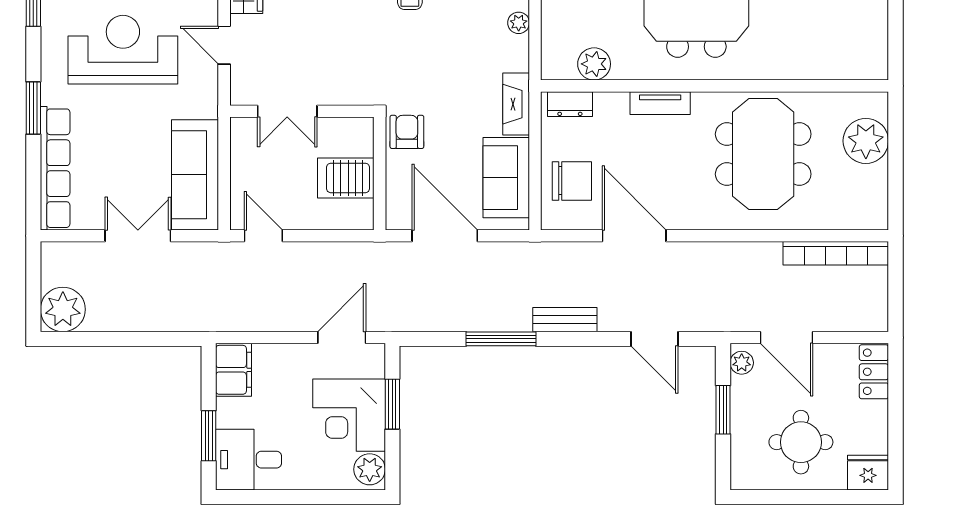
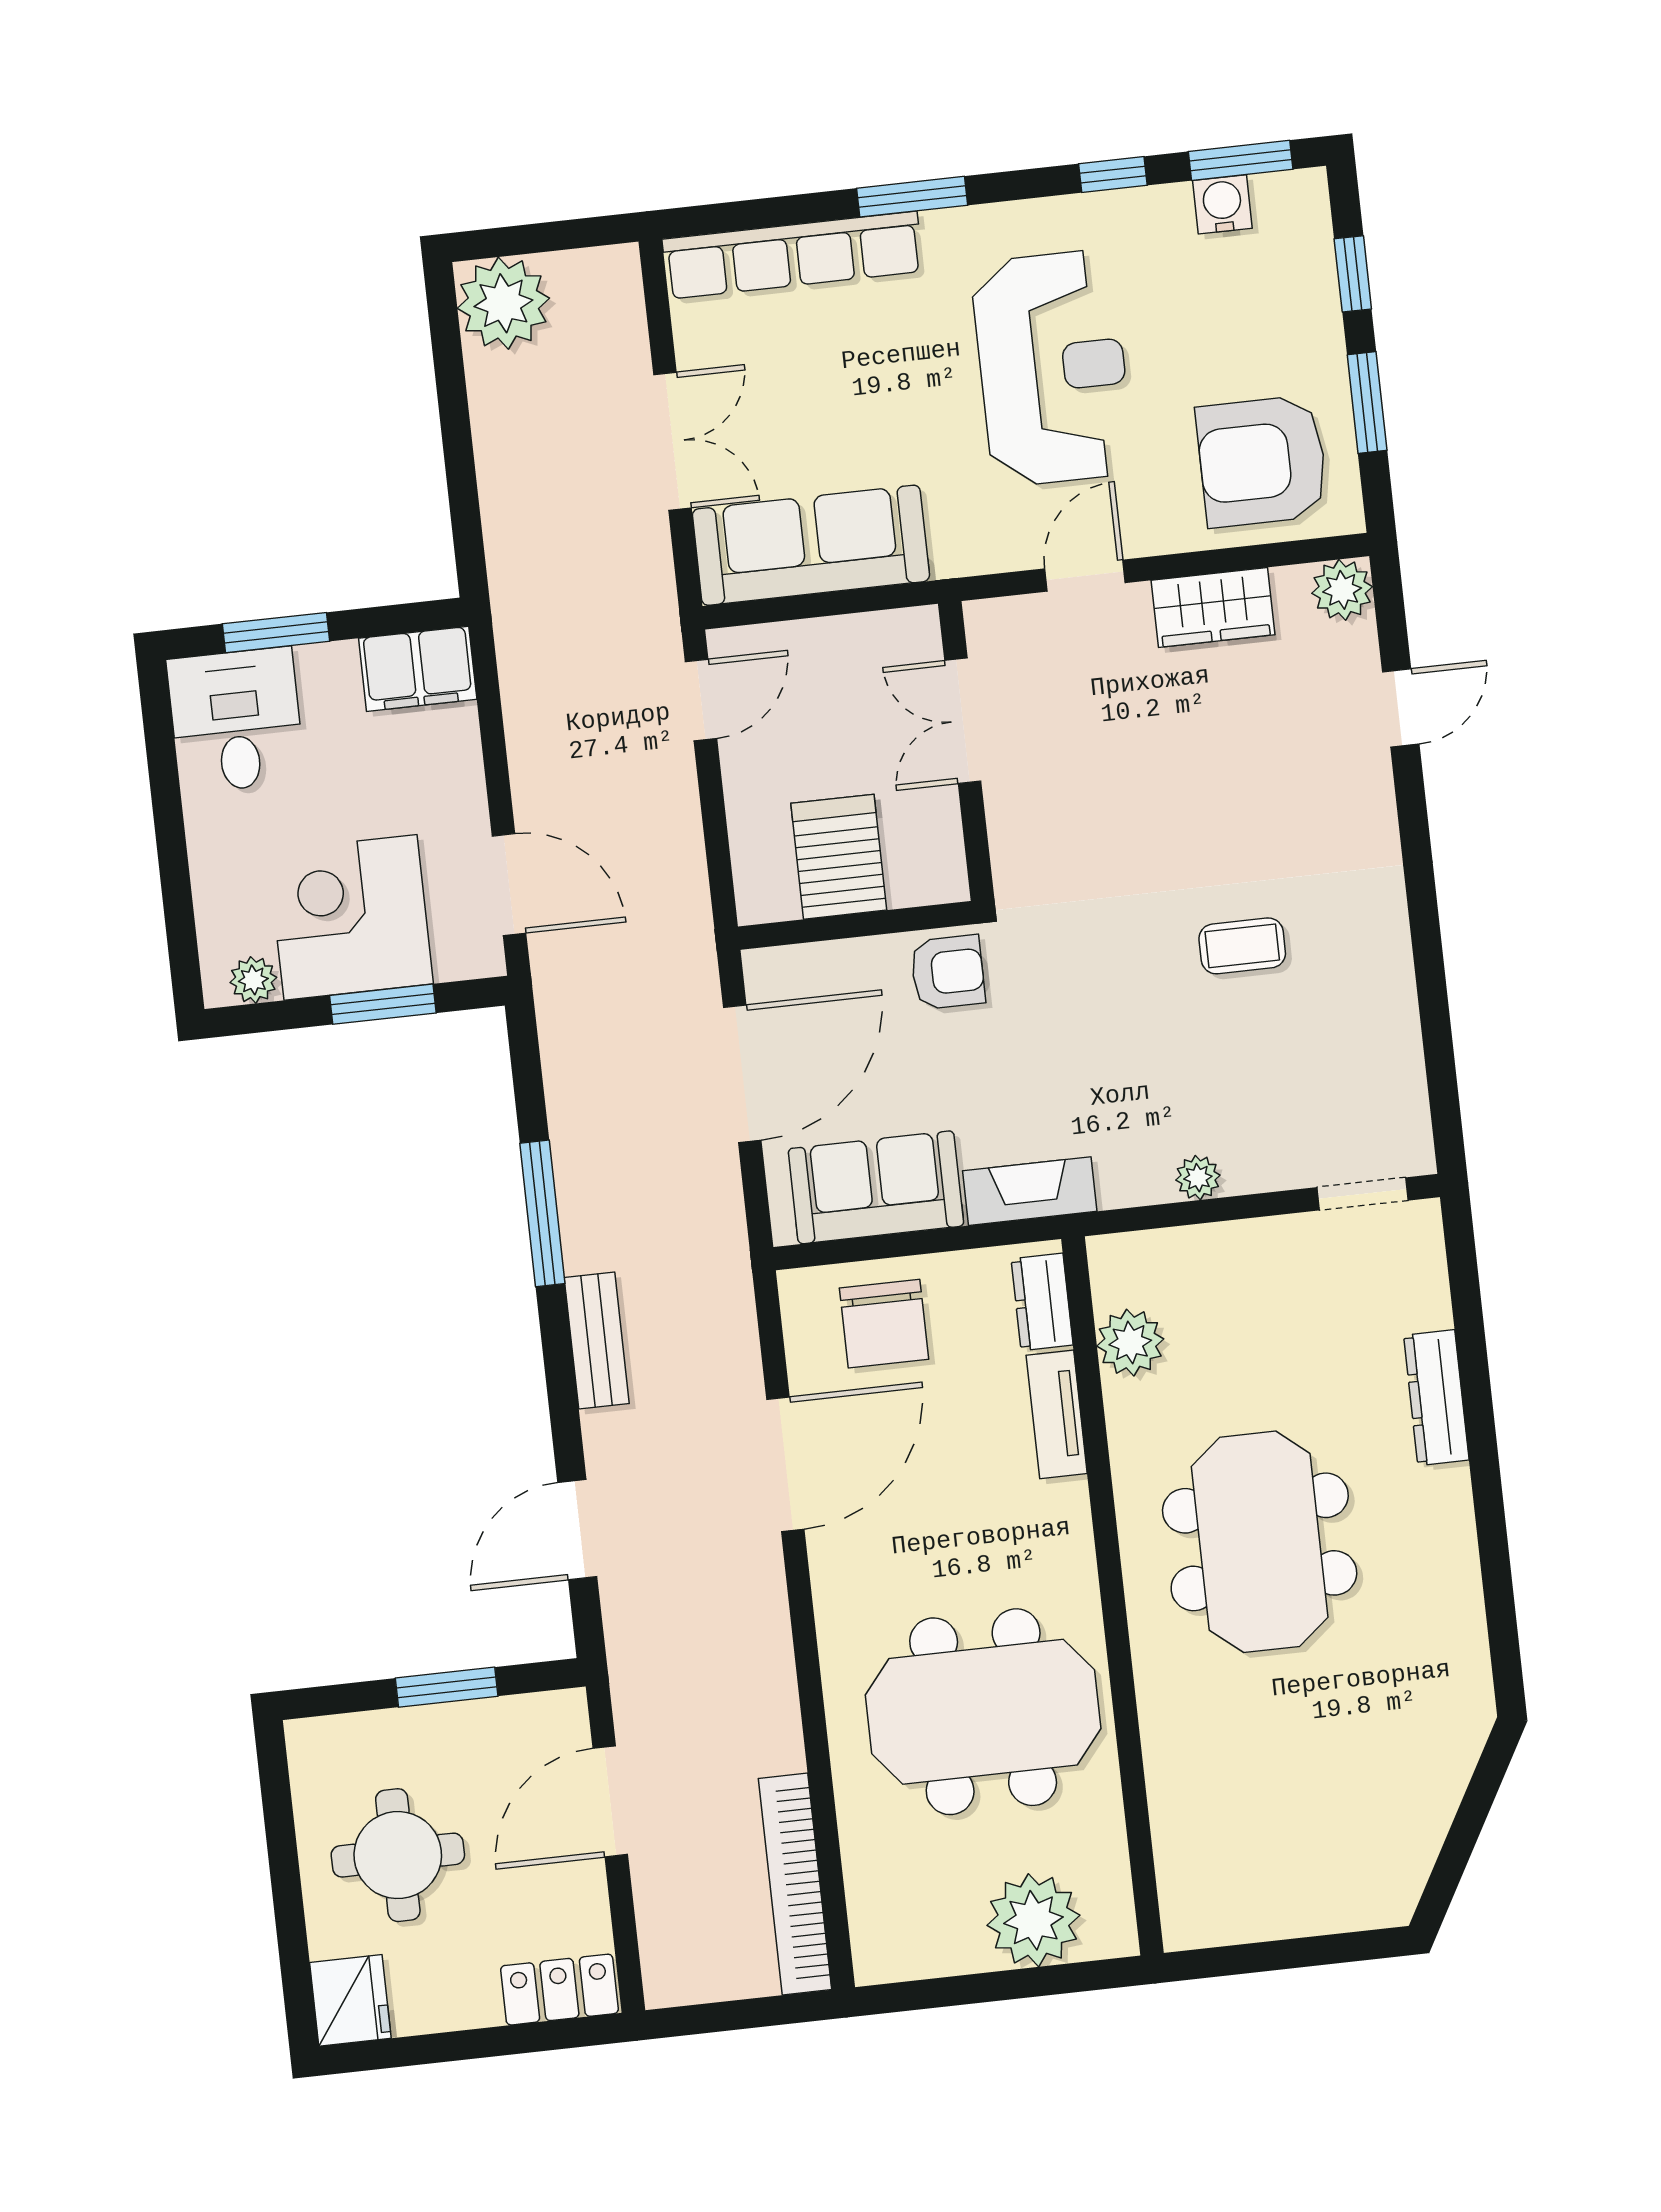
tv unit: (660, 103) -> (1057, 1414), moved
plant: (742, 363) -> (548, 1715), removed
plant: (370, 469) -> (253, 980), width x0.73, depth x0.73

